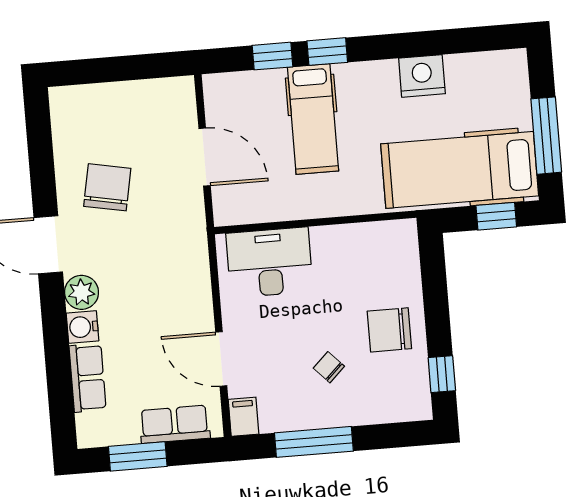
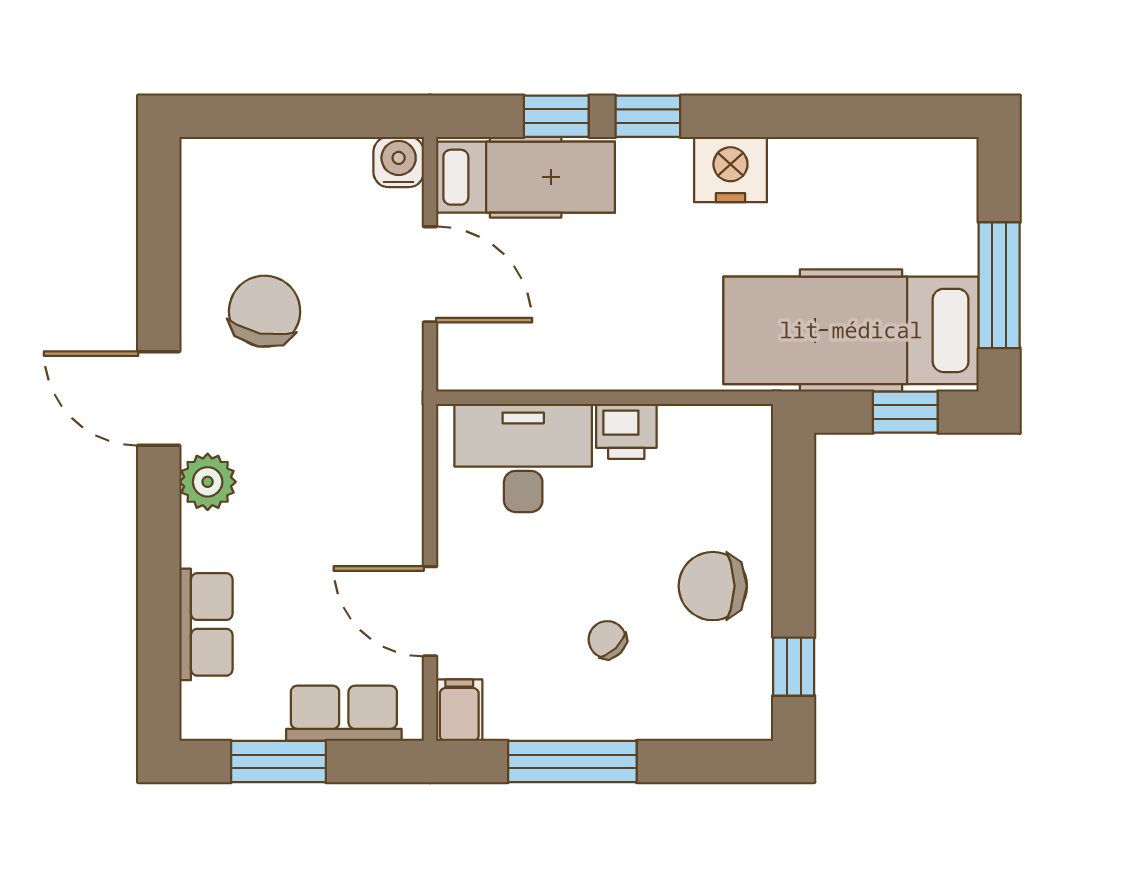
nightstand: (422, 76) -> (730, 169), moved
hospital bed: (313, 119) -> (526, 177), moved, turned -90
printer: (330, 241) -> (626, 431), added
water cooler: (83, 327) -> (399, 162), moved, turned 90

